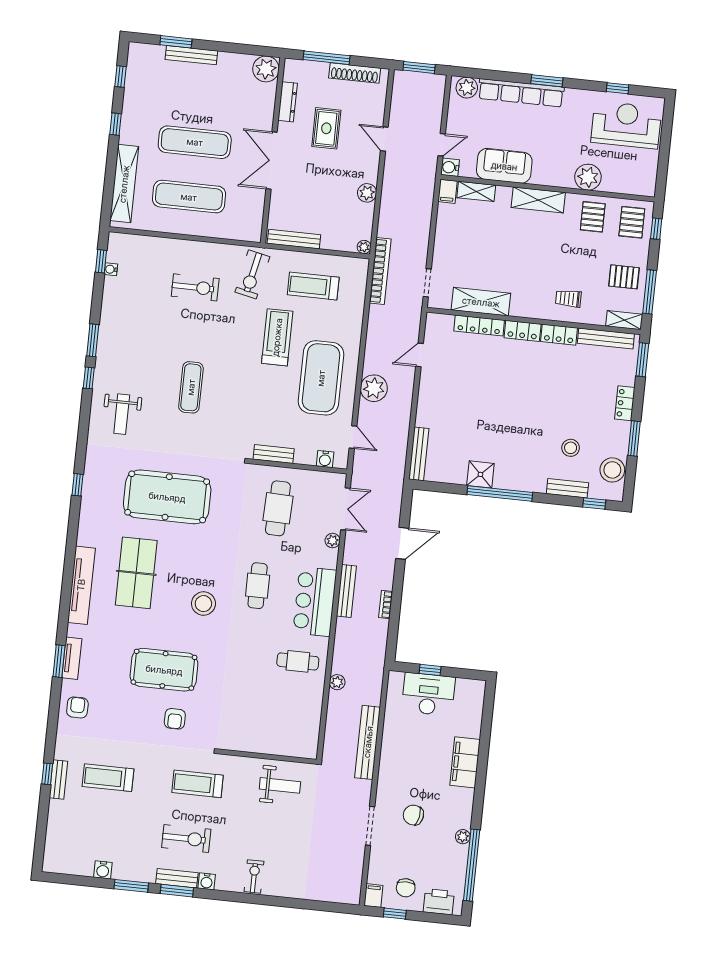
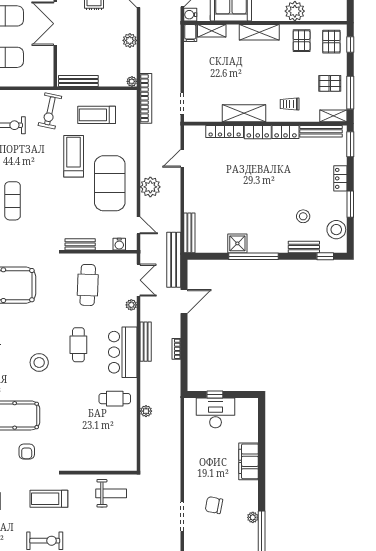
shelving: (481, 302) -> (244, 113), moved
bench: (368, 742) -> (174, 260), moved

